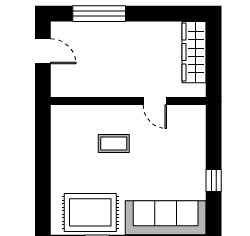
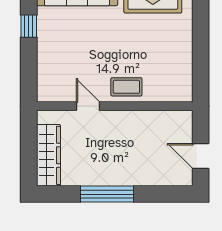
window: (99, 14) -> (107, 194), moved
coffee table: (114, 144) -> (126, 87), moved

